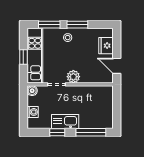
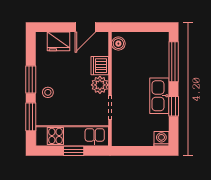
dishwasher: (88, 77) -> (100, 66), added
boiler: (32, 91) -> (118, 44), moved
washing machine: (33, 112) -> (161, 139), moved

